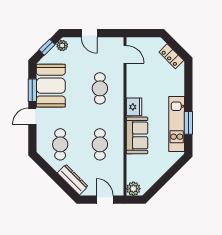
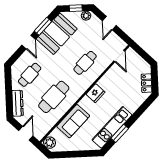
door: (32, 116) -> (28, 42), swing flipped
sofa: (137, 135) -> (73, 121), moved
cafe table: (100, 144) -> (54, 97), width x1.37, depth x1.35

